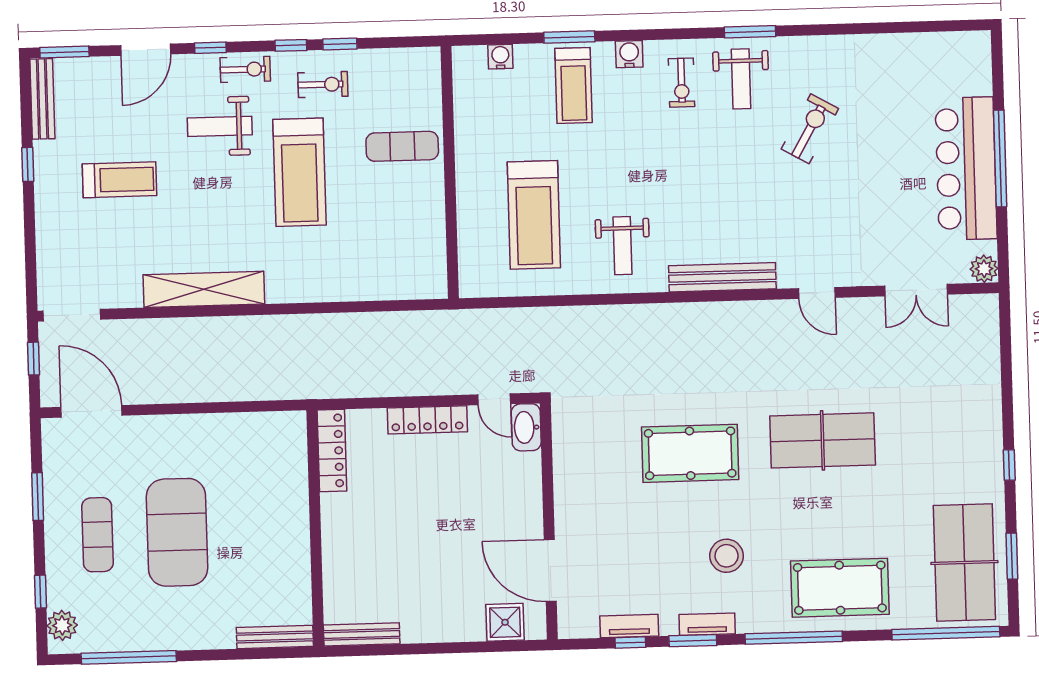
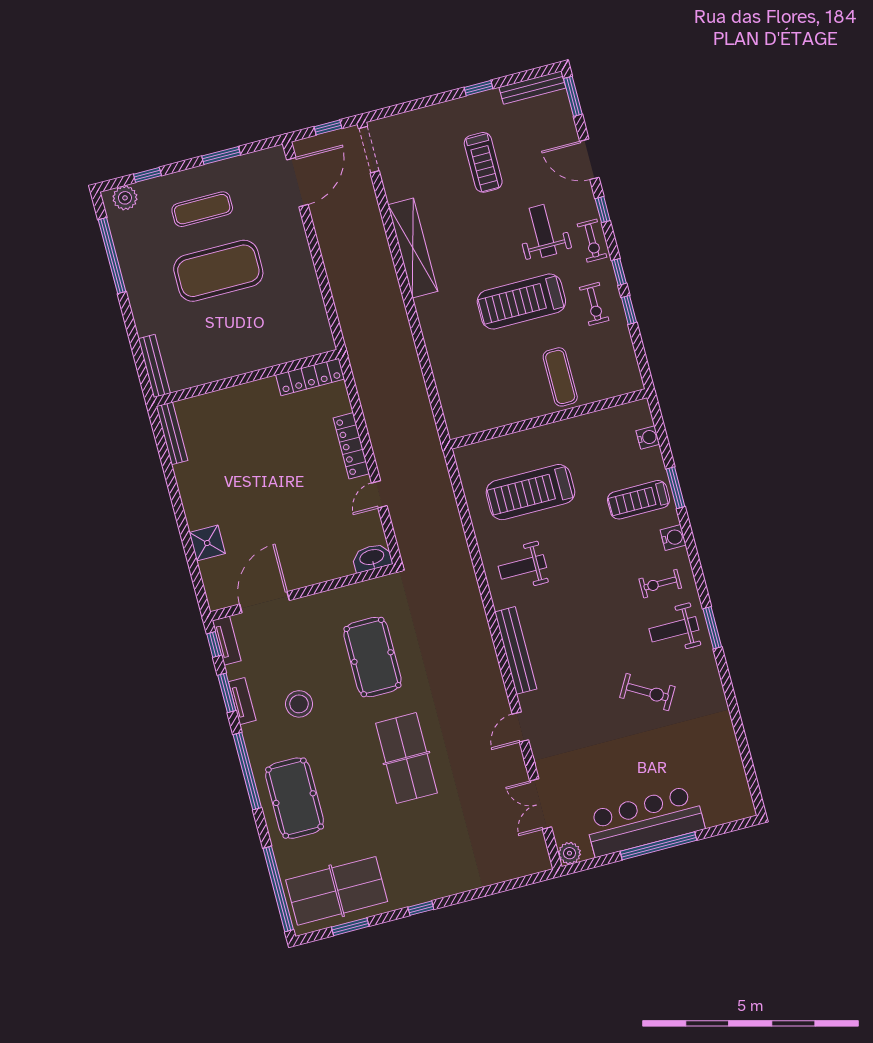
washbasin: (526, 427) -> (372, 558), moved
wall: (549, 521) -> (303, 592), moved
door: (550, 571) -> (264, 602), moved

